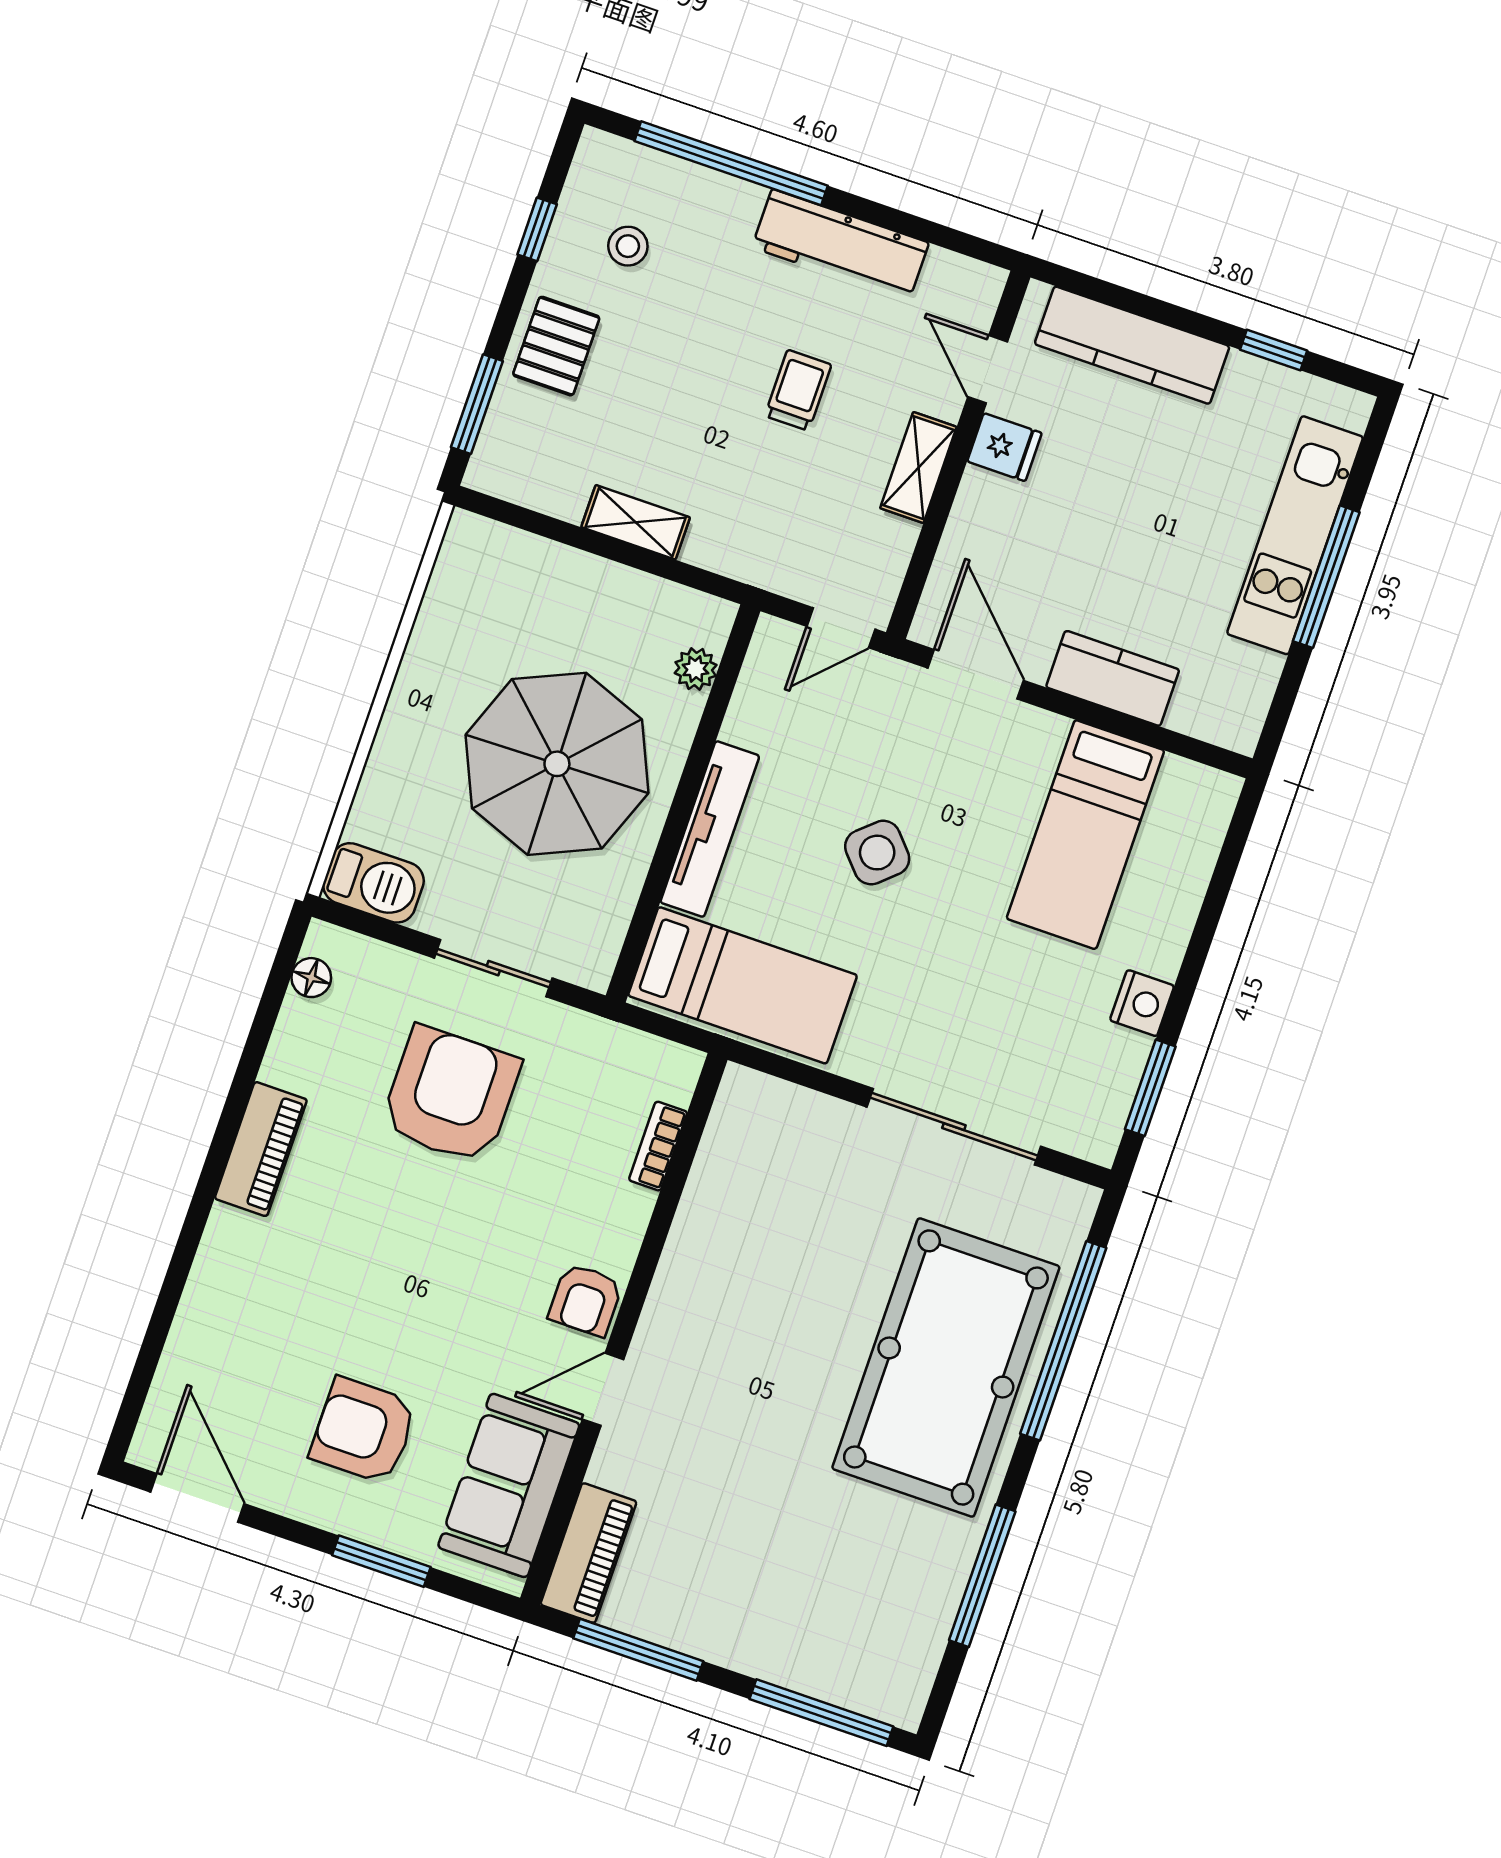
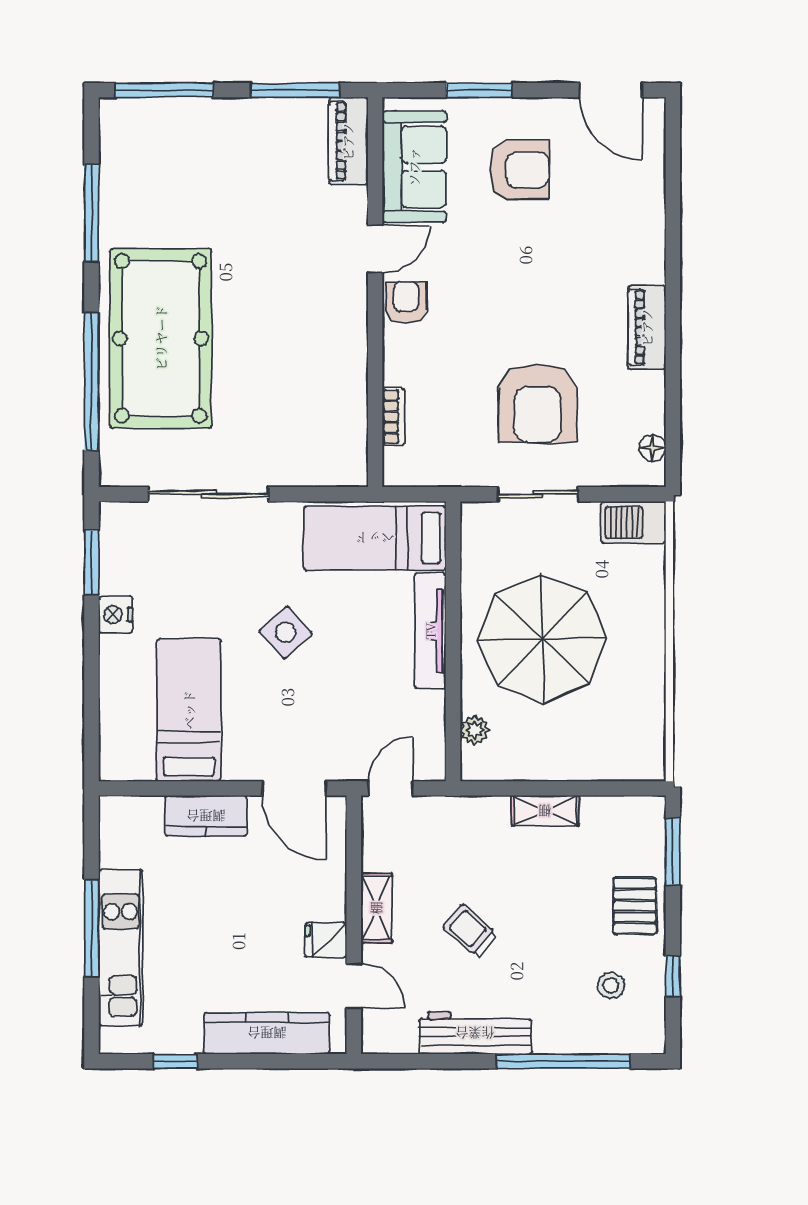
trolley: (798, 390) -> (470, 931), turned 131
side table: (877, 853) -> (286, 632), moved

